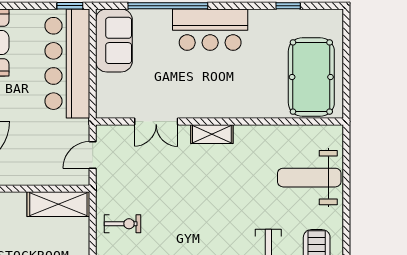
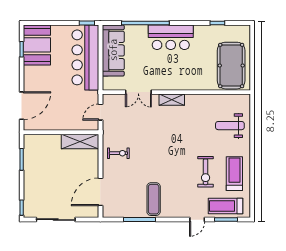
sofa: (114, 40) -> (113, 50), width x1.36
weight bench: (309, 178) -> (230, 126), width x0.73, depth x0.75

